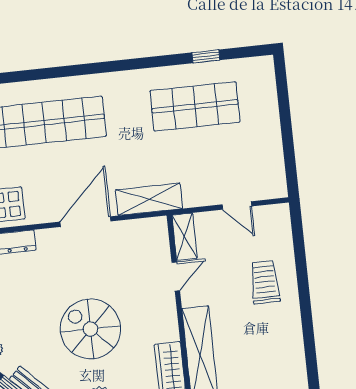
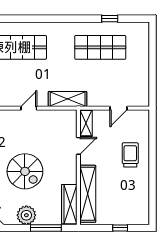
door: (237, 205) -> (119, 108), hinge flipped
door: (85, 222) -> (29, 108), width x0.53
spiral stairs: (90, 329) -> (25, 171), turned 180

